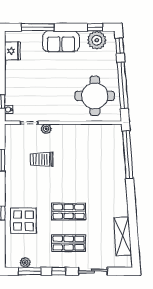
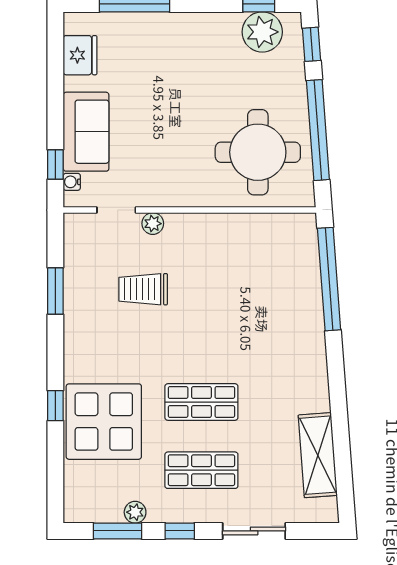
sofa: (61, 41) -> (86, 132), moved, turned -90
display table: (23, 221) -> (104, 422), width x1.36, depth x1.36
plant: (25, 263) -> (135, 512), moved

